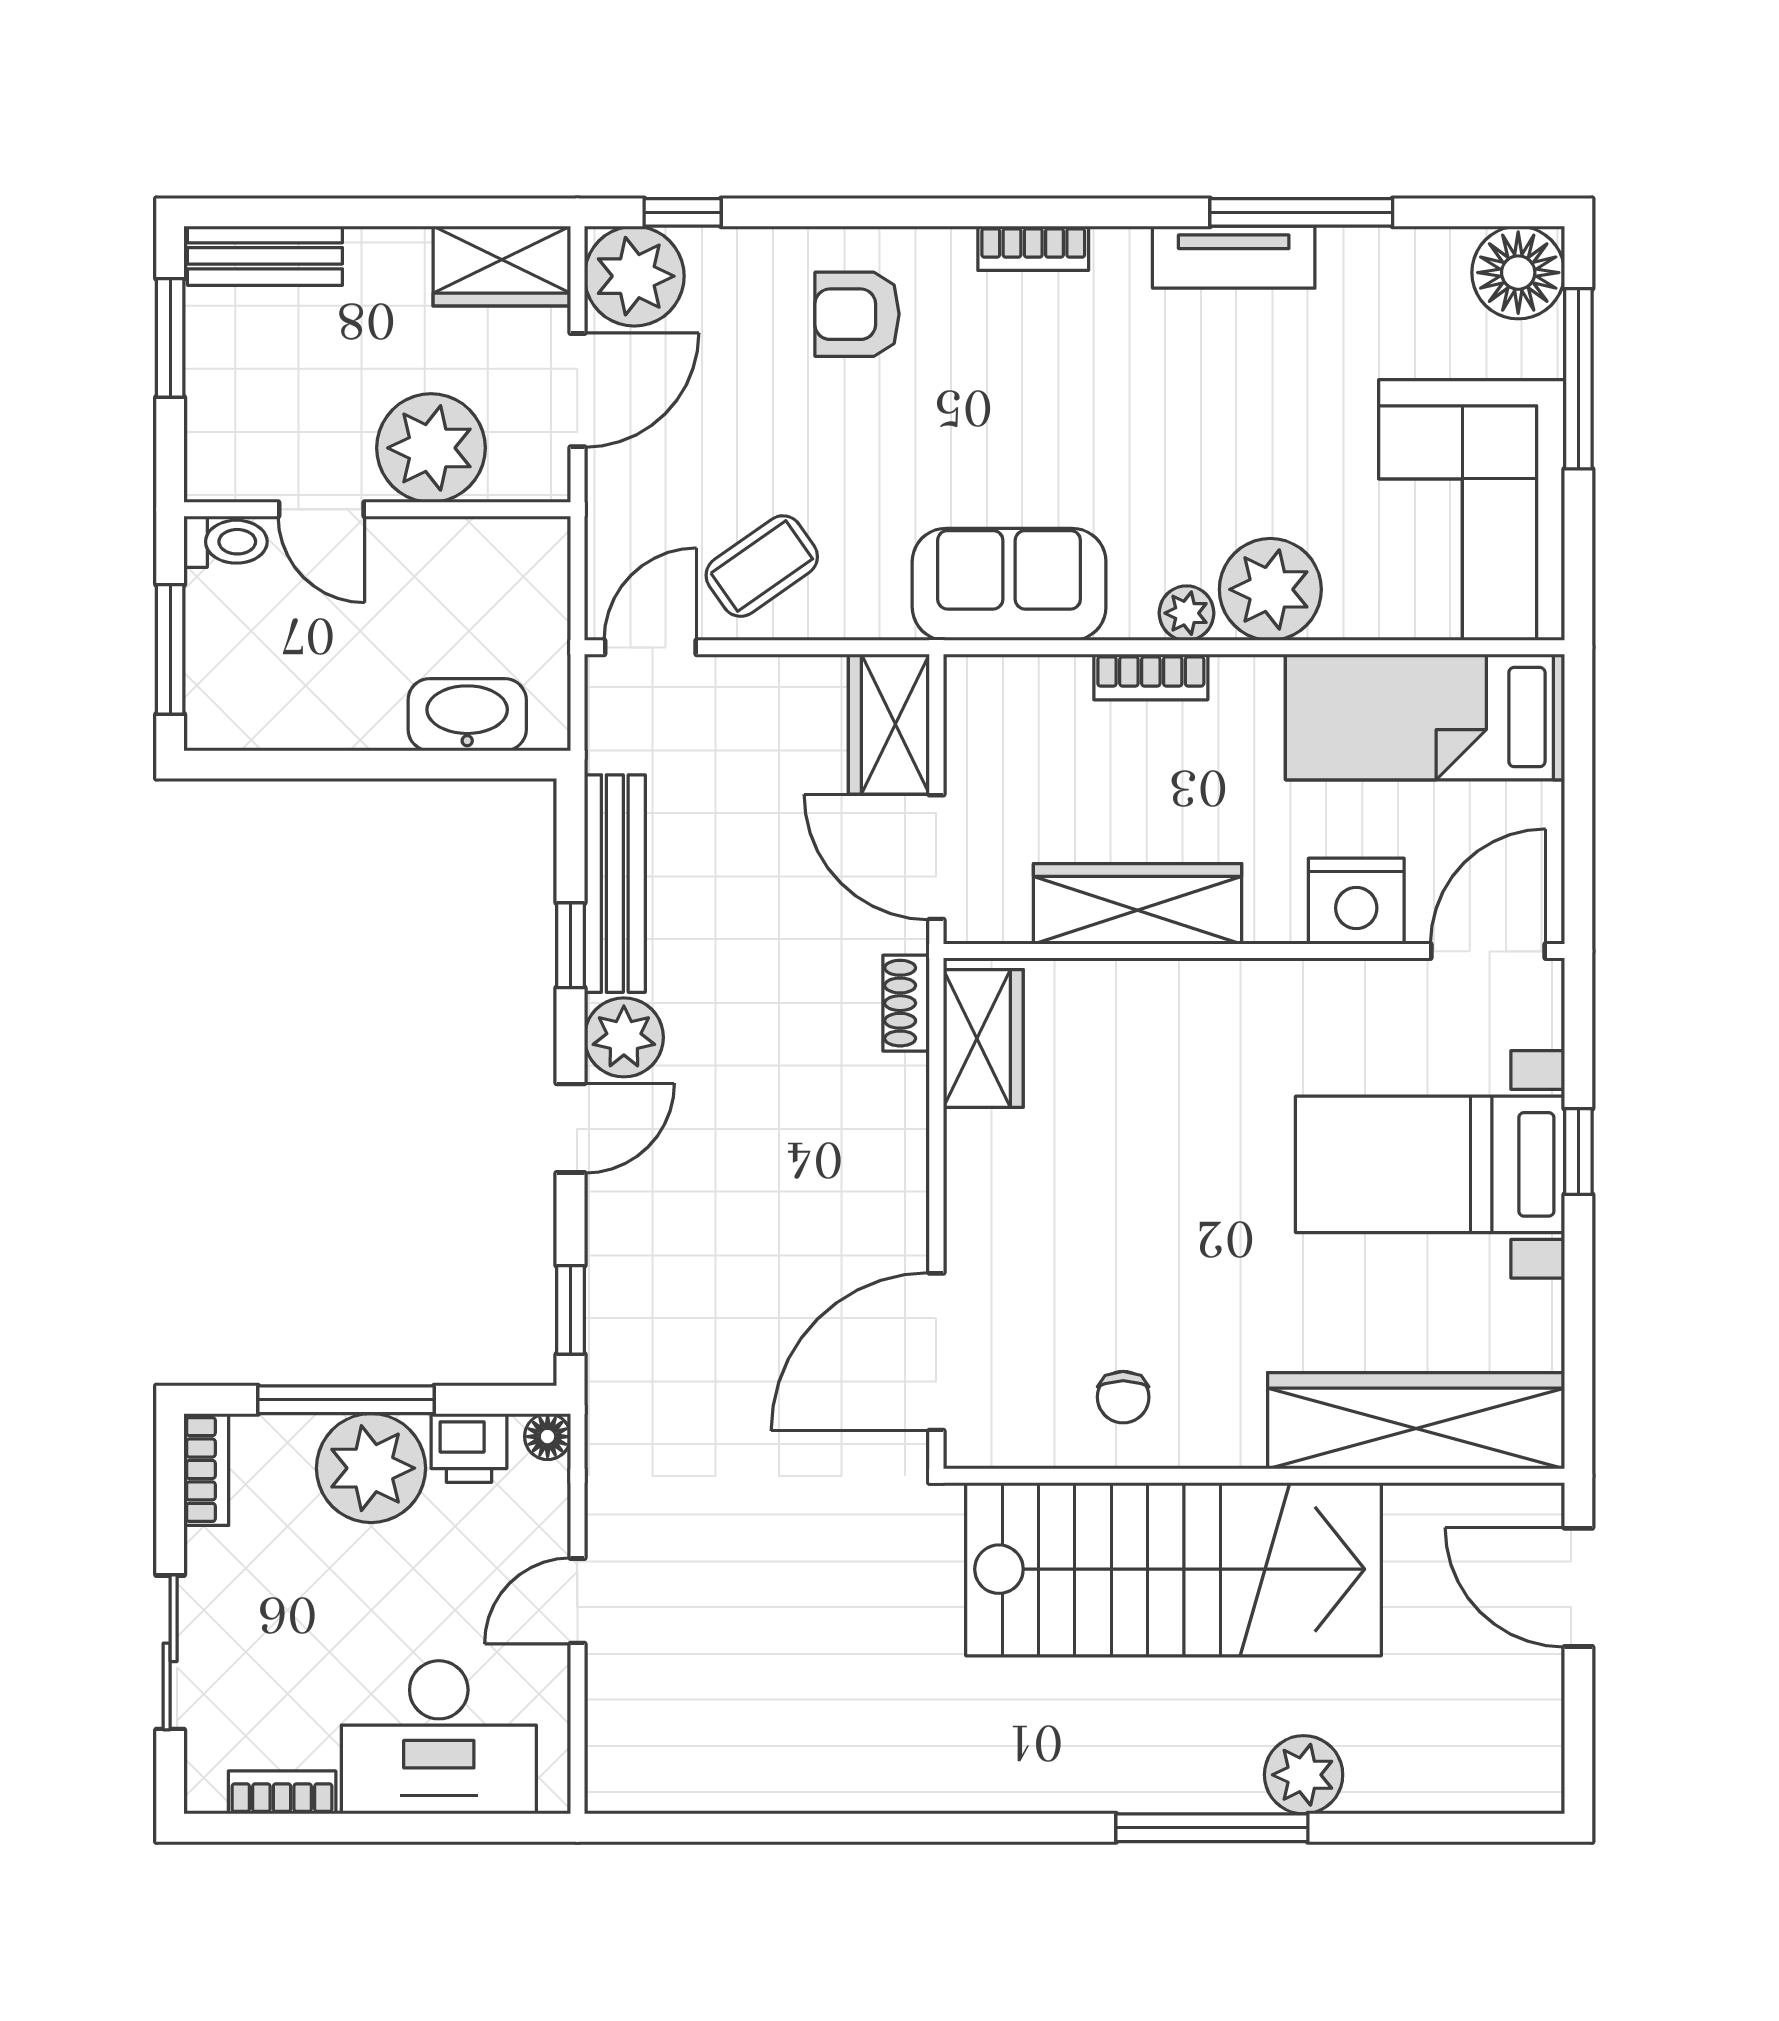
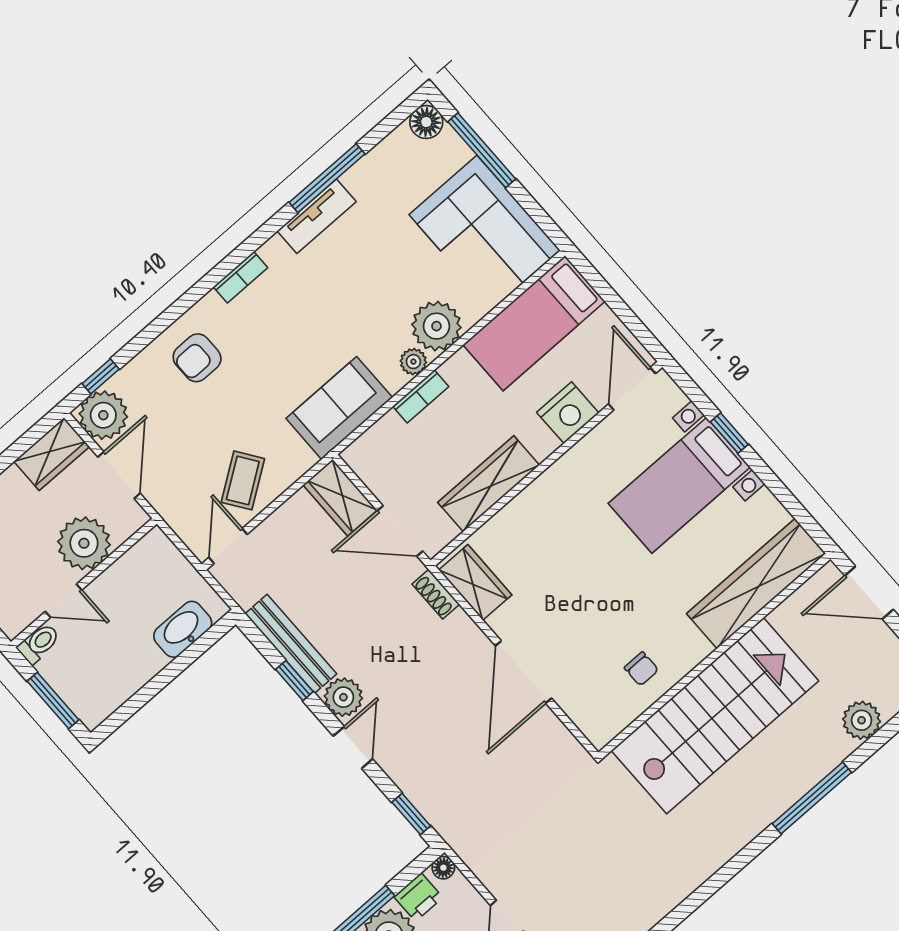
floor lamp: (1518, 273) -> (426, 122), width x0.73, depth x0.73
door: (936, 1352) -> (523, 672), moved
plant: (1304, 1775) -> (862, 720), moved

